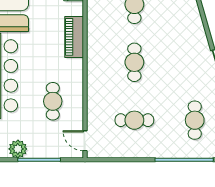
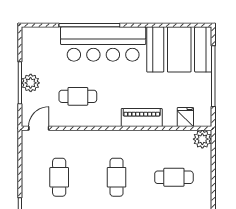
cafe table: (134, 62) -> (117, 177), turned 90
plant: (18, 149) -> (31, 83), moved

